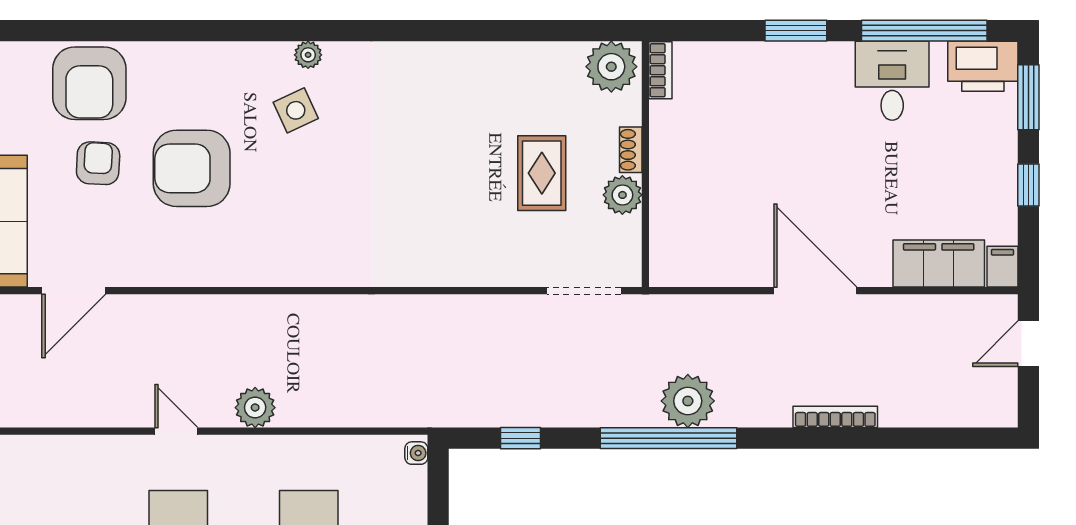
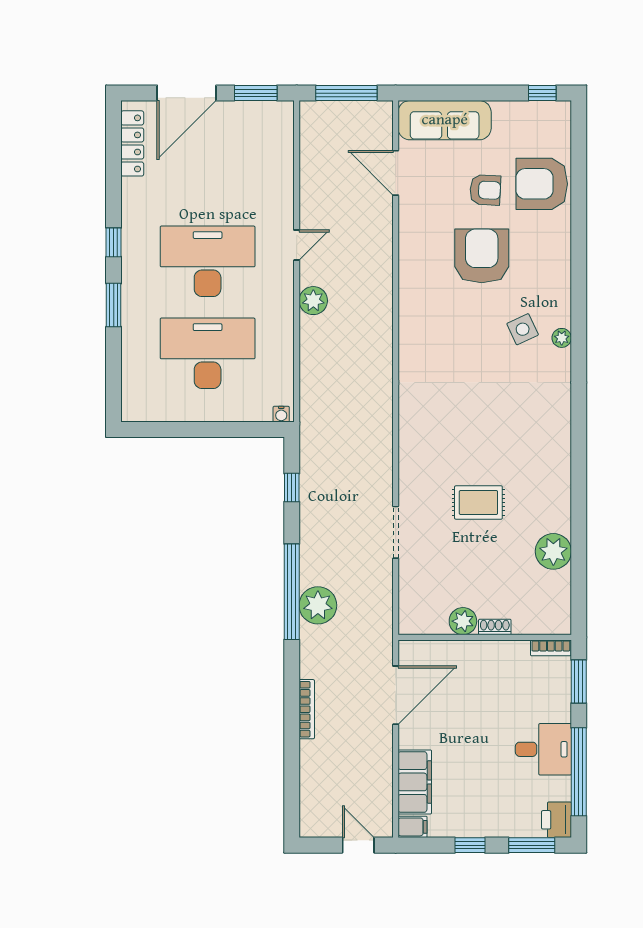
printer: (983, 66) -> (556, 820), width x0.73, depth x0.84
bookcase: (660, 70) -> (551, 648), moved
shoe rack: (631, 150) -> (495, 627), moved
wall: (645, 164) -> (485, 637), moved
plant: (622, 195) -> (463, 621), moved

